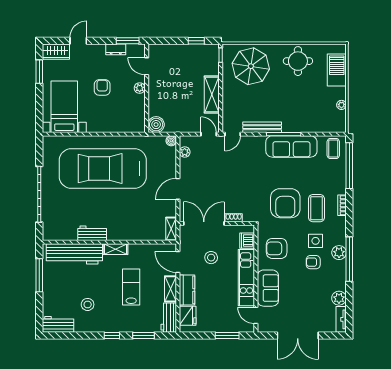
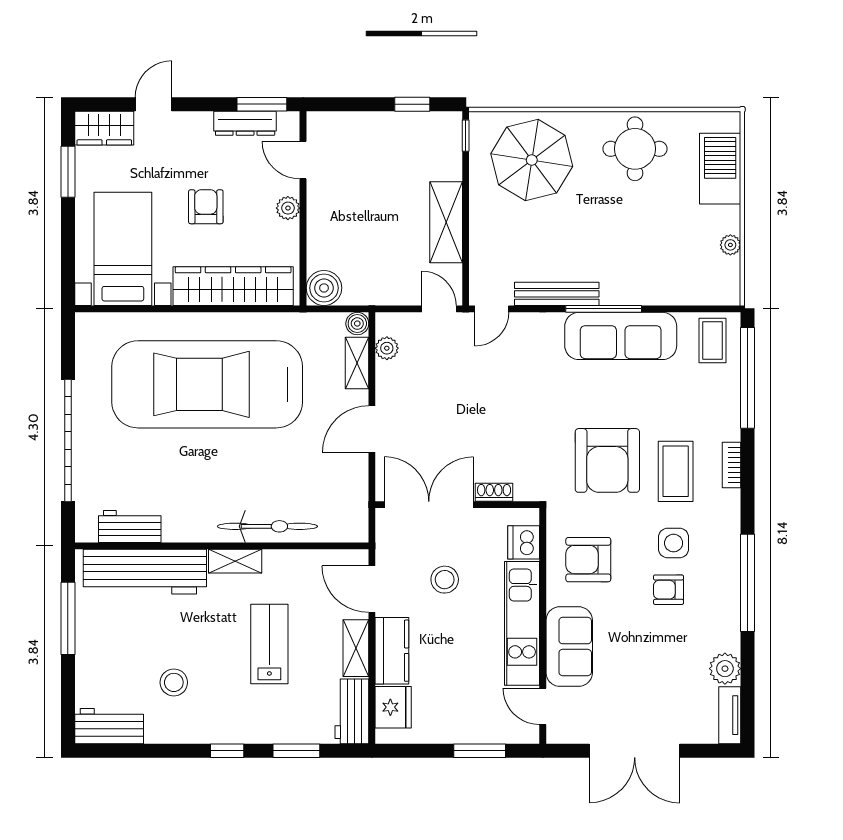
dresser: (116, 49) -> (245, 123), width x1.44
wardrobe: (115, 124) -> (233, 286), added
shelving: (171, 229) -> (357, 363), moved
workbench: (92, 233) -> (130, 527), moved
bicycle: (130, 233) -> (267, 526), added
plant: (339, 253) -> (725, 569), removed

